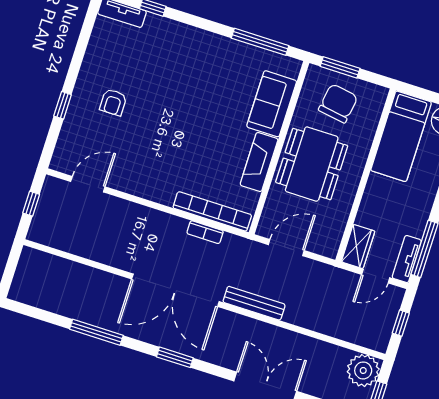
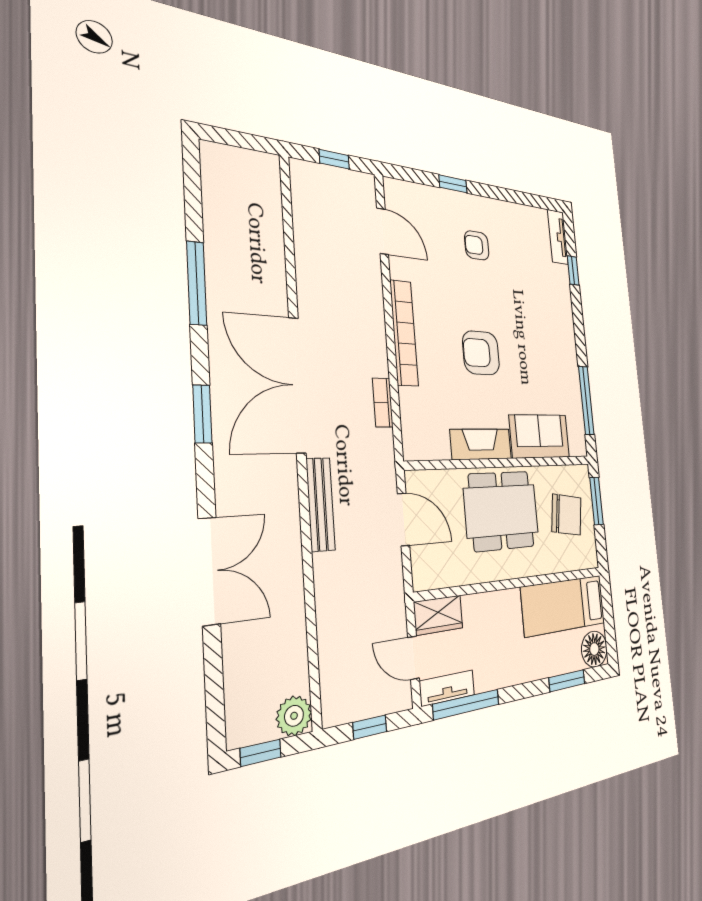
armchair: (194, 133) -> (481, 353), added
bookcase: (212, 211) -> (404, 333), moved
plant: (363, 370) -> (294, 716), width x0.73, depth x0.73

